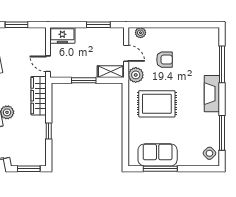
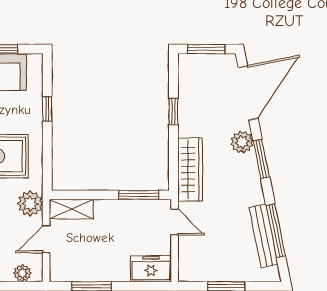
door: (126, 53) -> (46, 239), hinge flipped
window: (84, 80) -> (139, 195), moved
window: (125, 133) -> (47, 109), added

